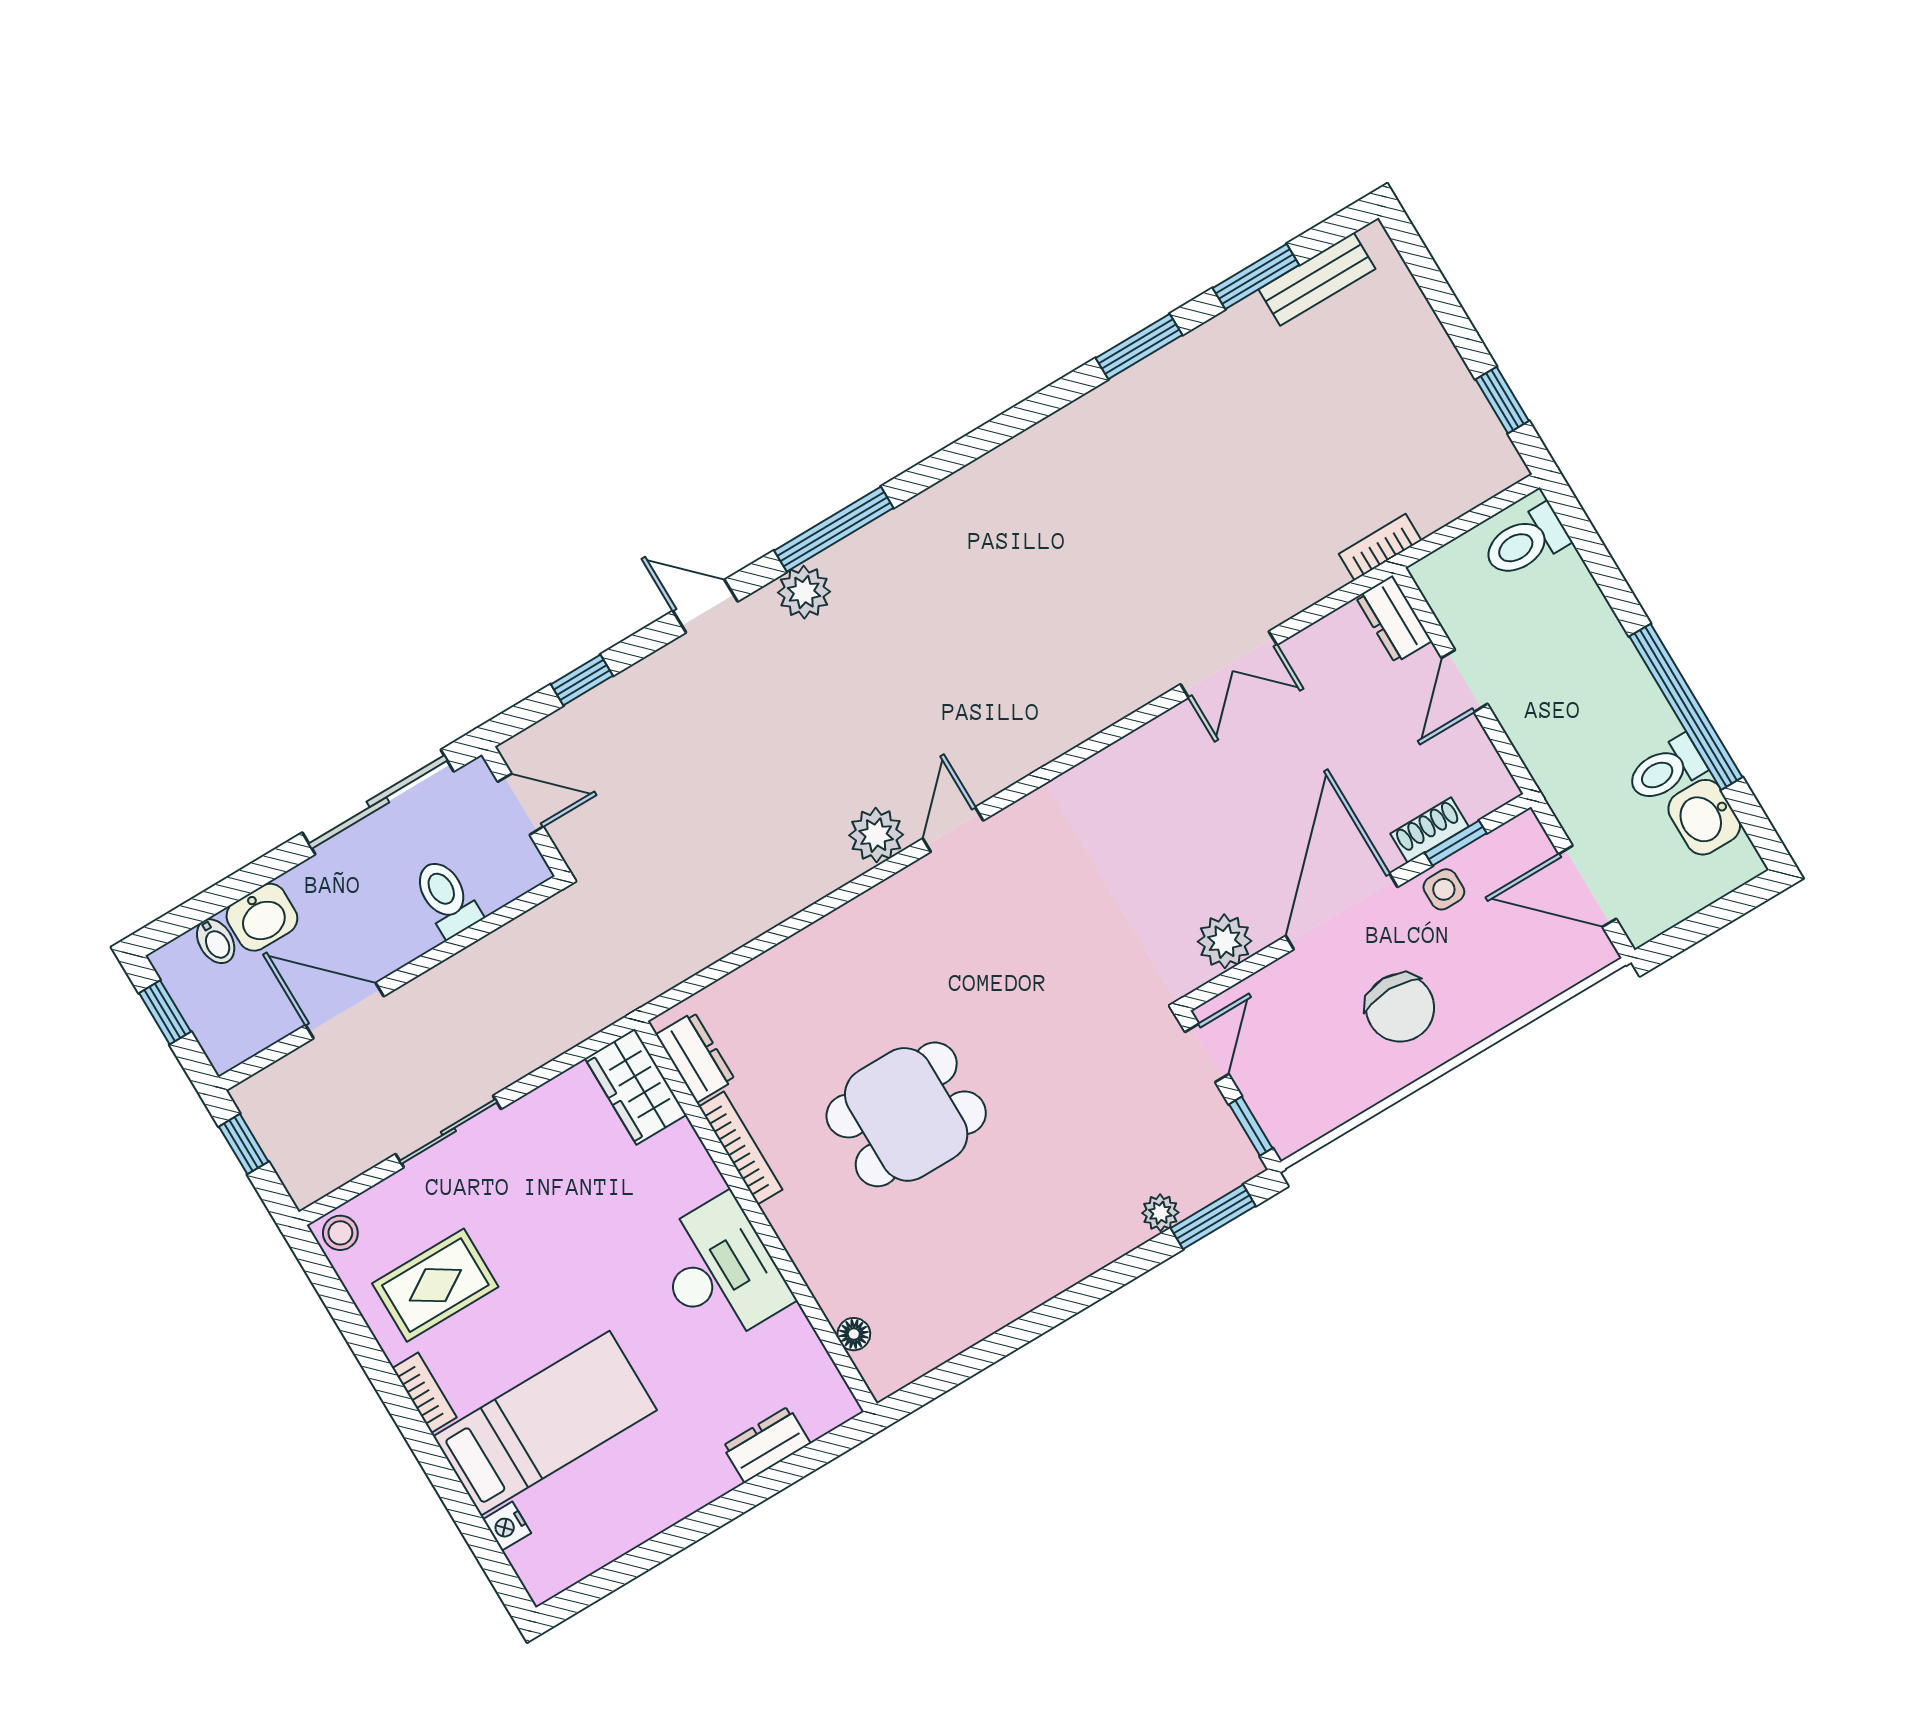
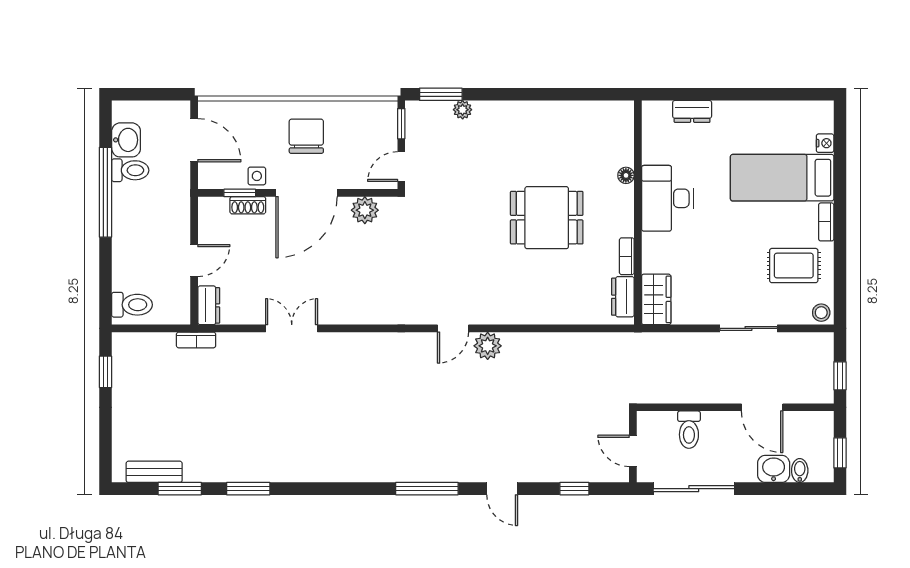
plant: (804, 592) -> (456, 469), removed
bookcase: (741, 1148) -> (627, 256), width x0.64
floor lamp: (854, 1334) -> (626, 175), moved

